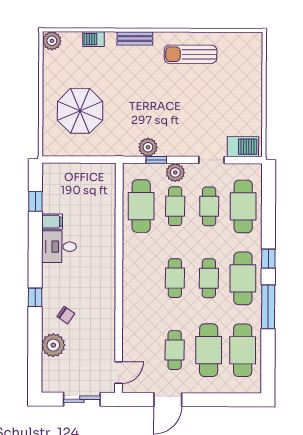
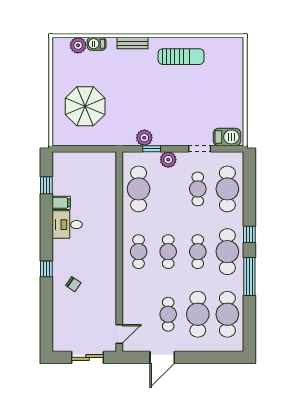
plant: (52, 41) -> (78, 45), moved
sun lounger: (191, 54) -> (181, 57), turned 180
cafe table: (175, 206) -> (139, 252), moved
plant: (53, 345) -> (62, 310), removed

